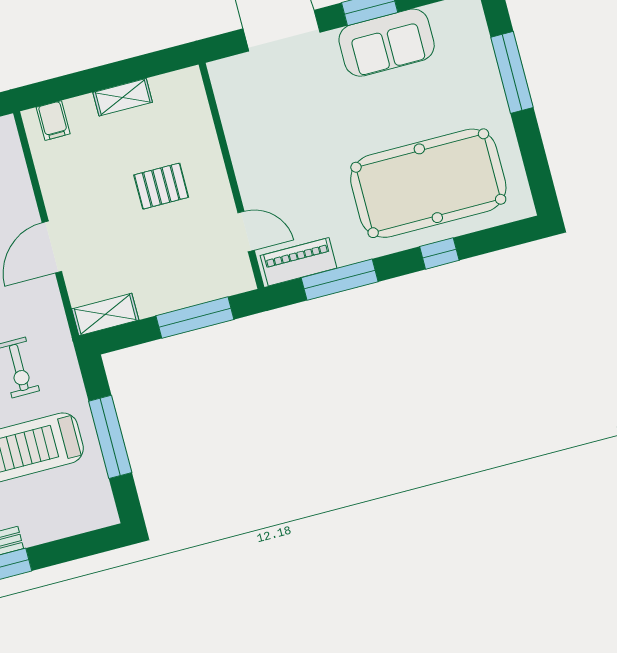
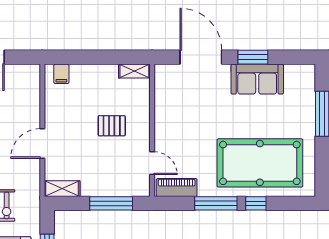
shelving: (123, 97) -> (134, 71), moved
window: (340, 280) -> (216, 203), moved

